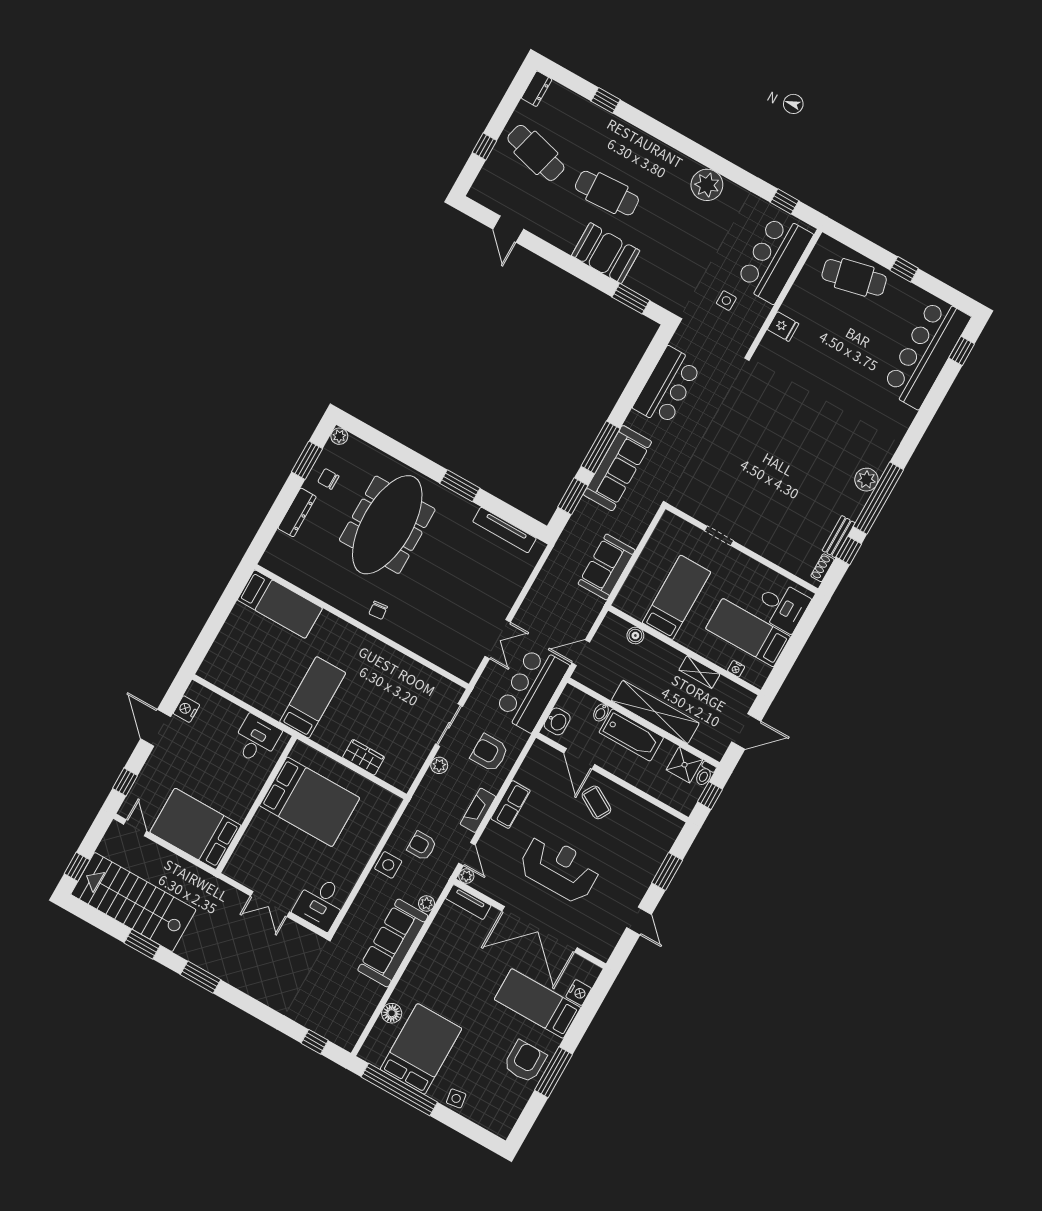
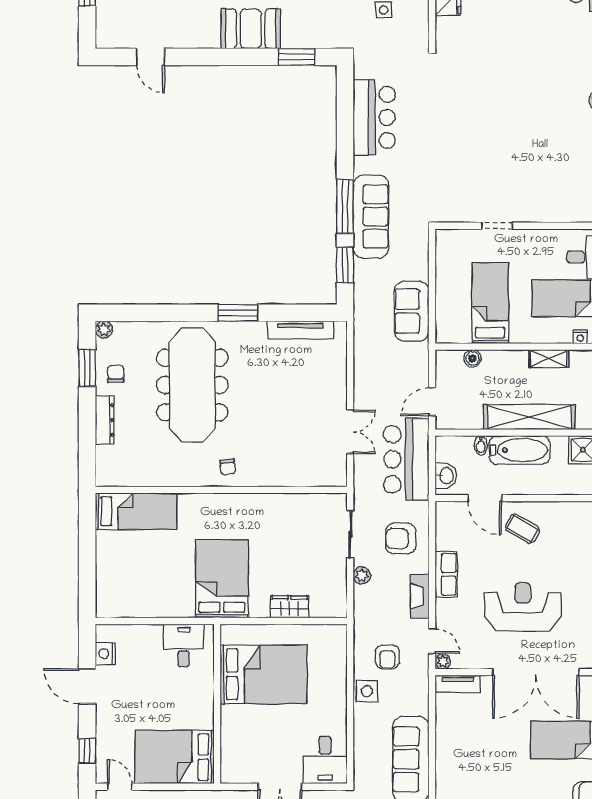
chair: (328, 479) -> (116, 374), turned 90
bed: (313, 697) -> (222, 579), width x1.50
armchair: (422, 846) -> (387, 657), turned -90
plant: (426, 903) -> (421, 706), removed

